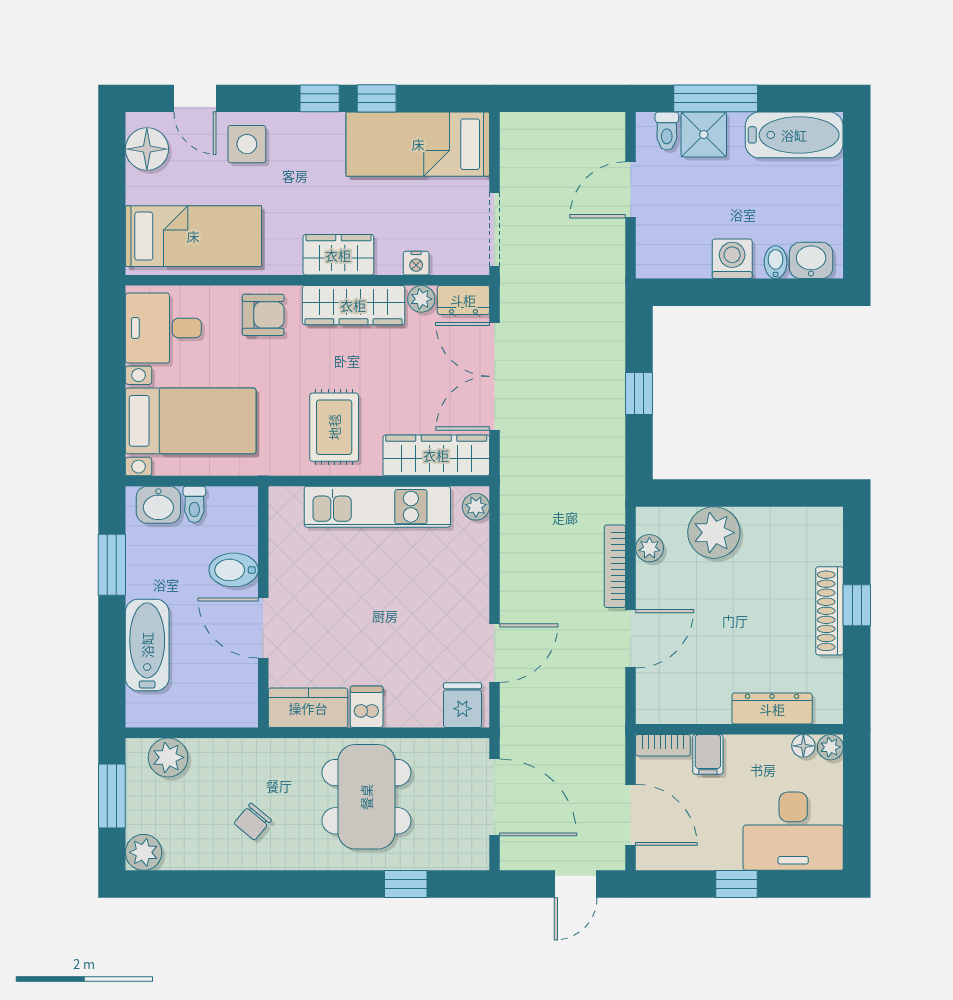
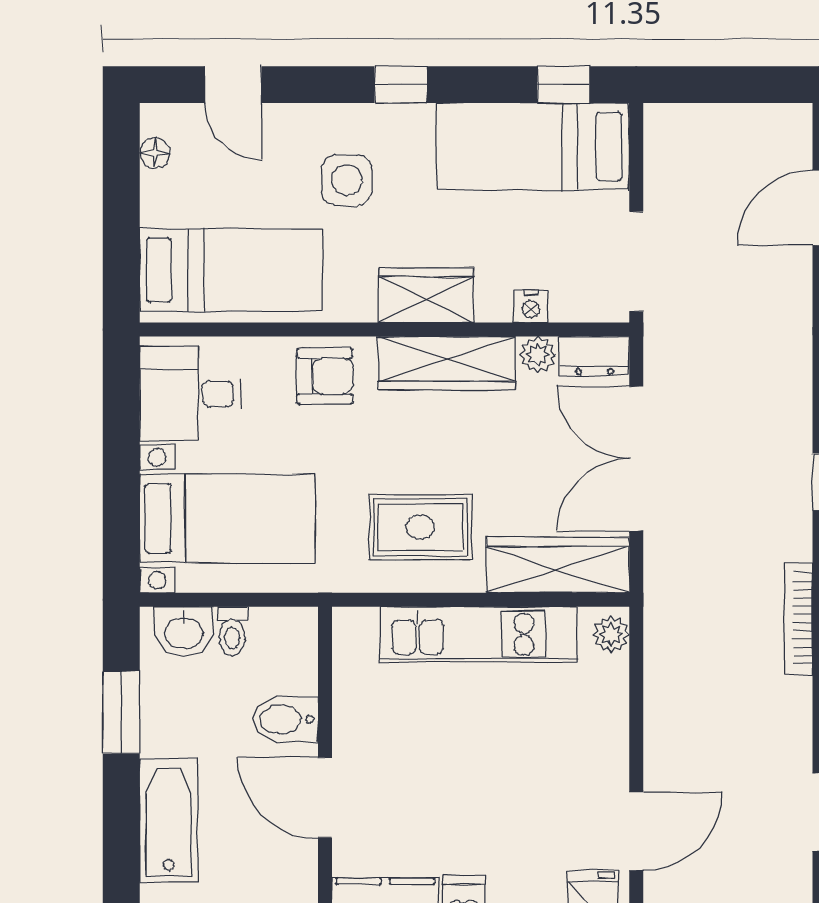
window: (377, 98) -> (563, 85), moved
side table: (247, 144) -> (347, 180), moved
floor lamp: (147, 149) -> (155, 153), width x0.53, depth x0.53
rug: (334, 427) -> (420, 527), turned 90
bookcase: (615, 566) -> (798, 619), moved

